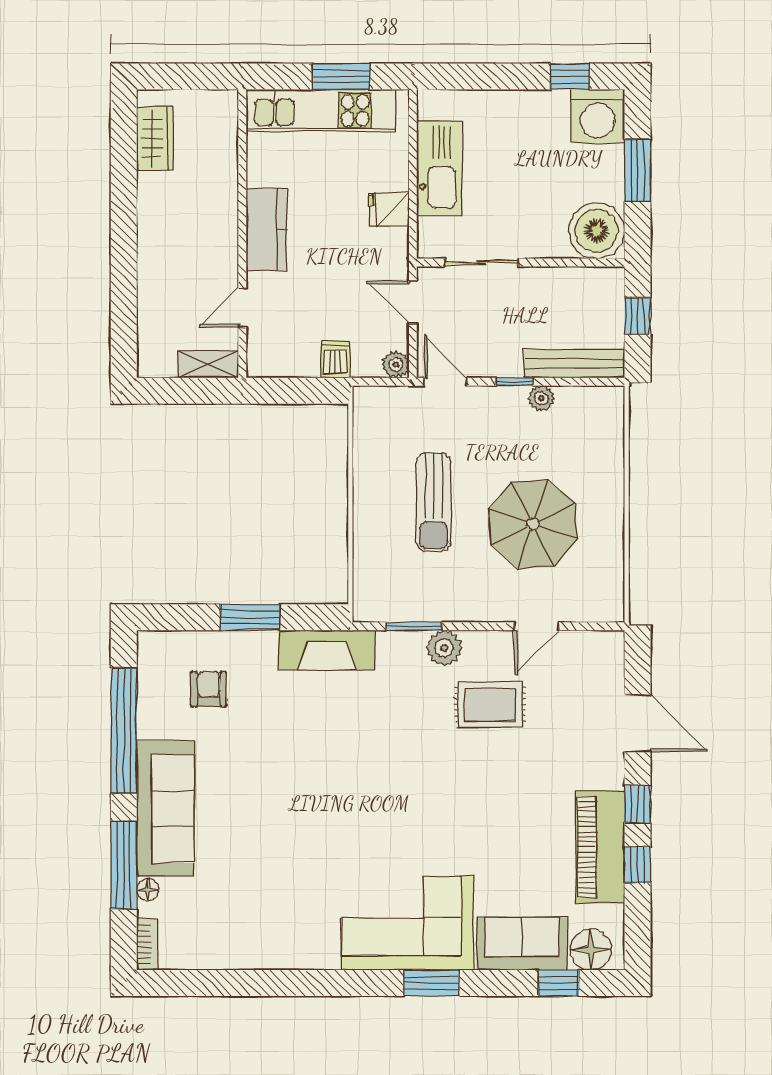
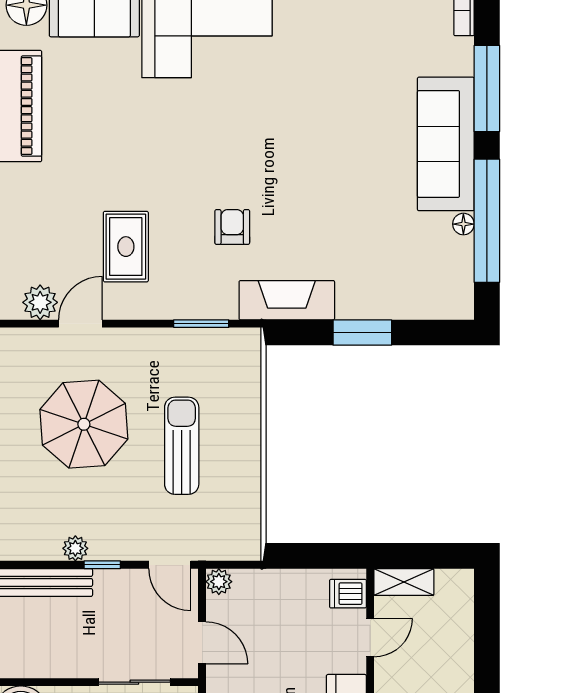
dishwasher: (335, 359) -> (348, 594), moved, turned 90
plant: (444, 648) -> (40, 302), moved
armchair: (209, 689) -> (232, 227), moved, turned 180
rug: (490, 704) -> (126, 247), turned 90
floor lamp: (148, 890) -> (463, 224), moved

